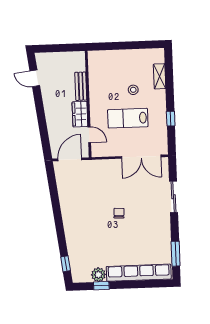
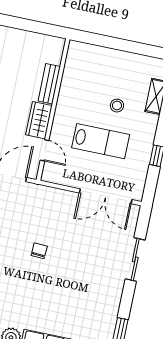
lab bench: (128, 118) -> (101, 141), turned 180
chair: (119, 213) -> (39, 251), moved

